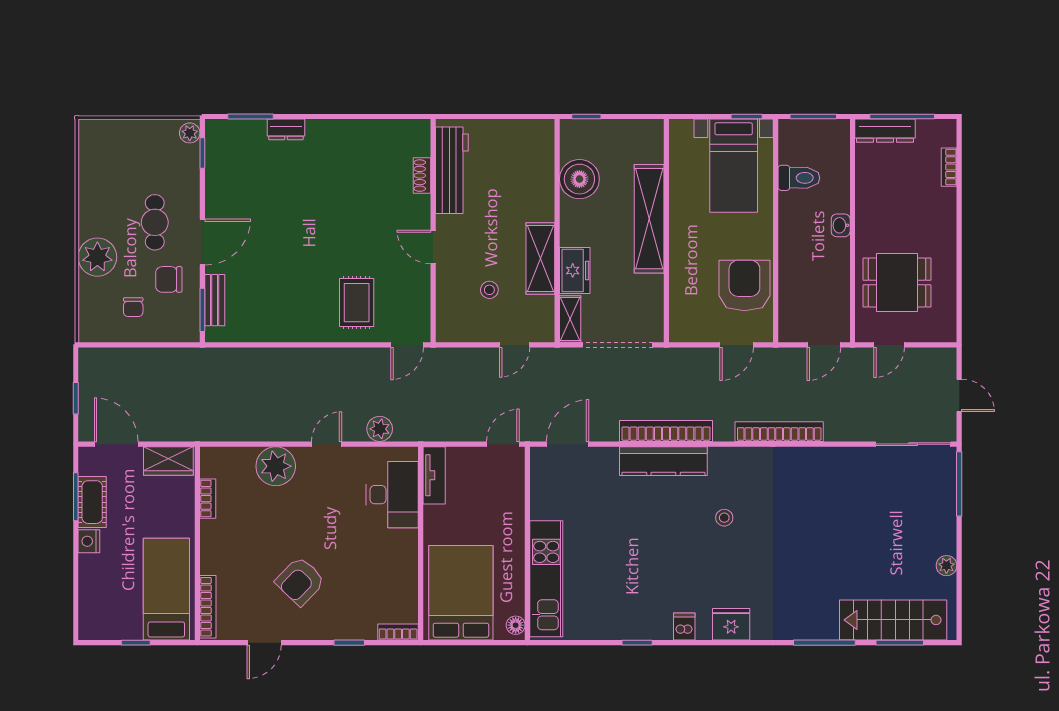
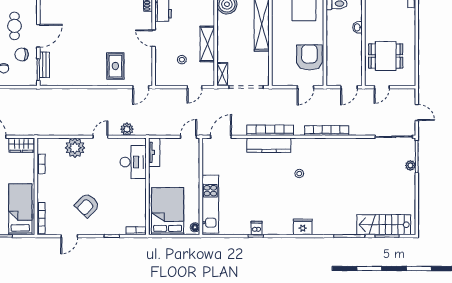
freezer: (575, 270) -> (225, 50), removed
plant: (946, 566) -> (410, 165), moved
dishwasher: (684, 626) -> (257, 228), moved

